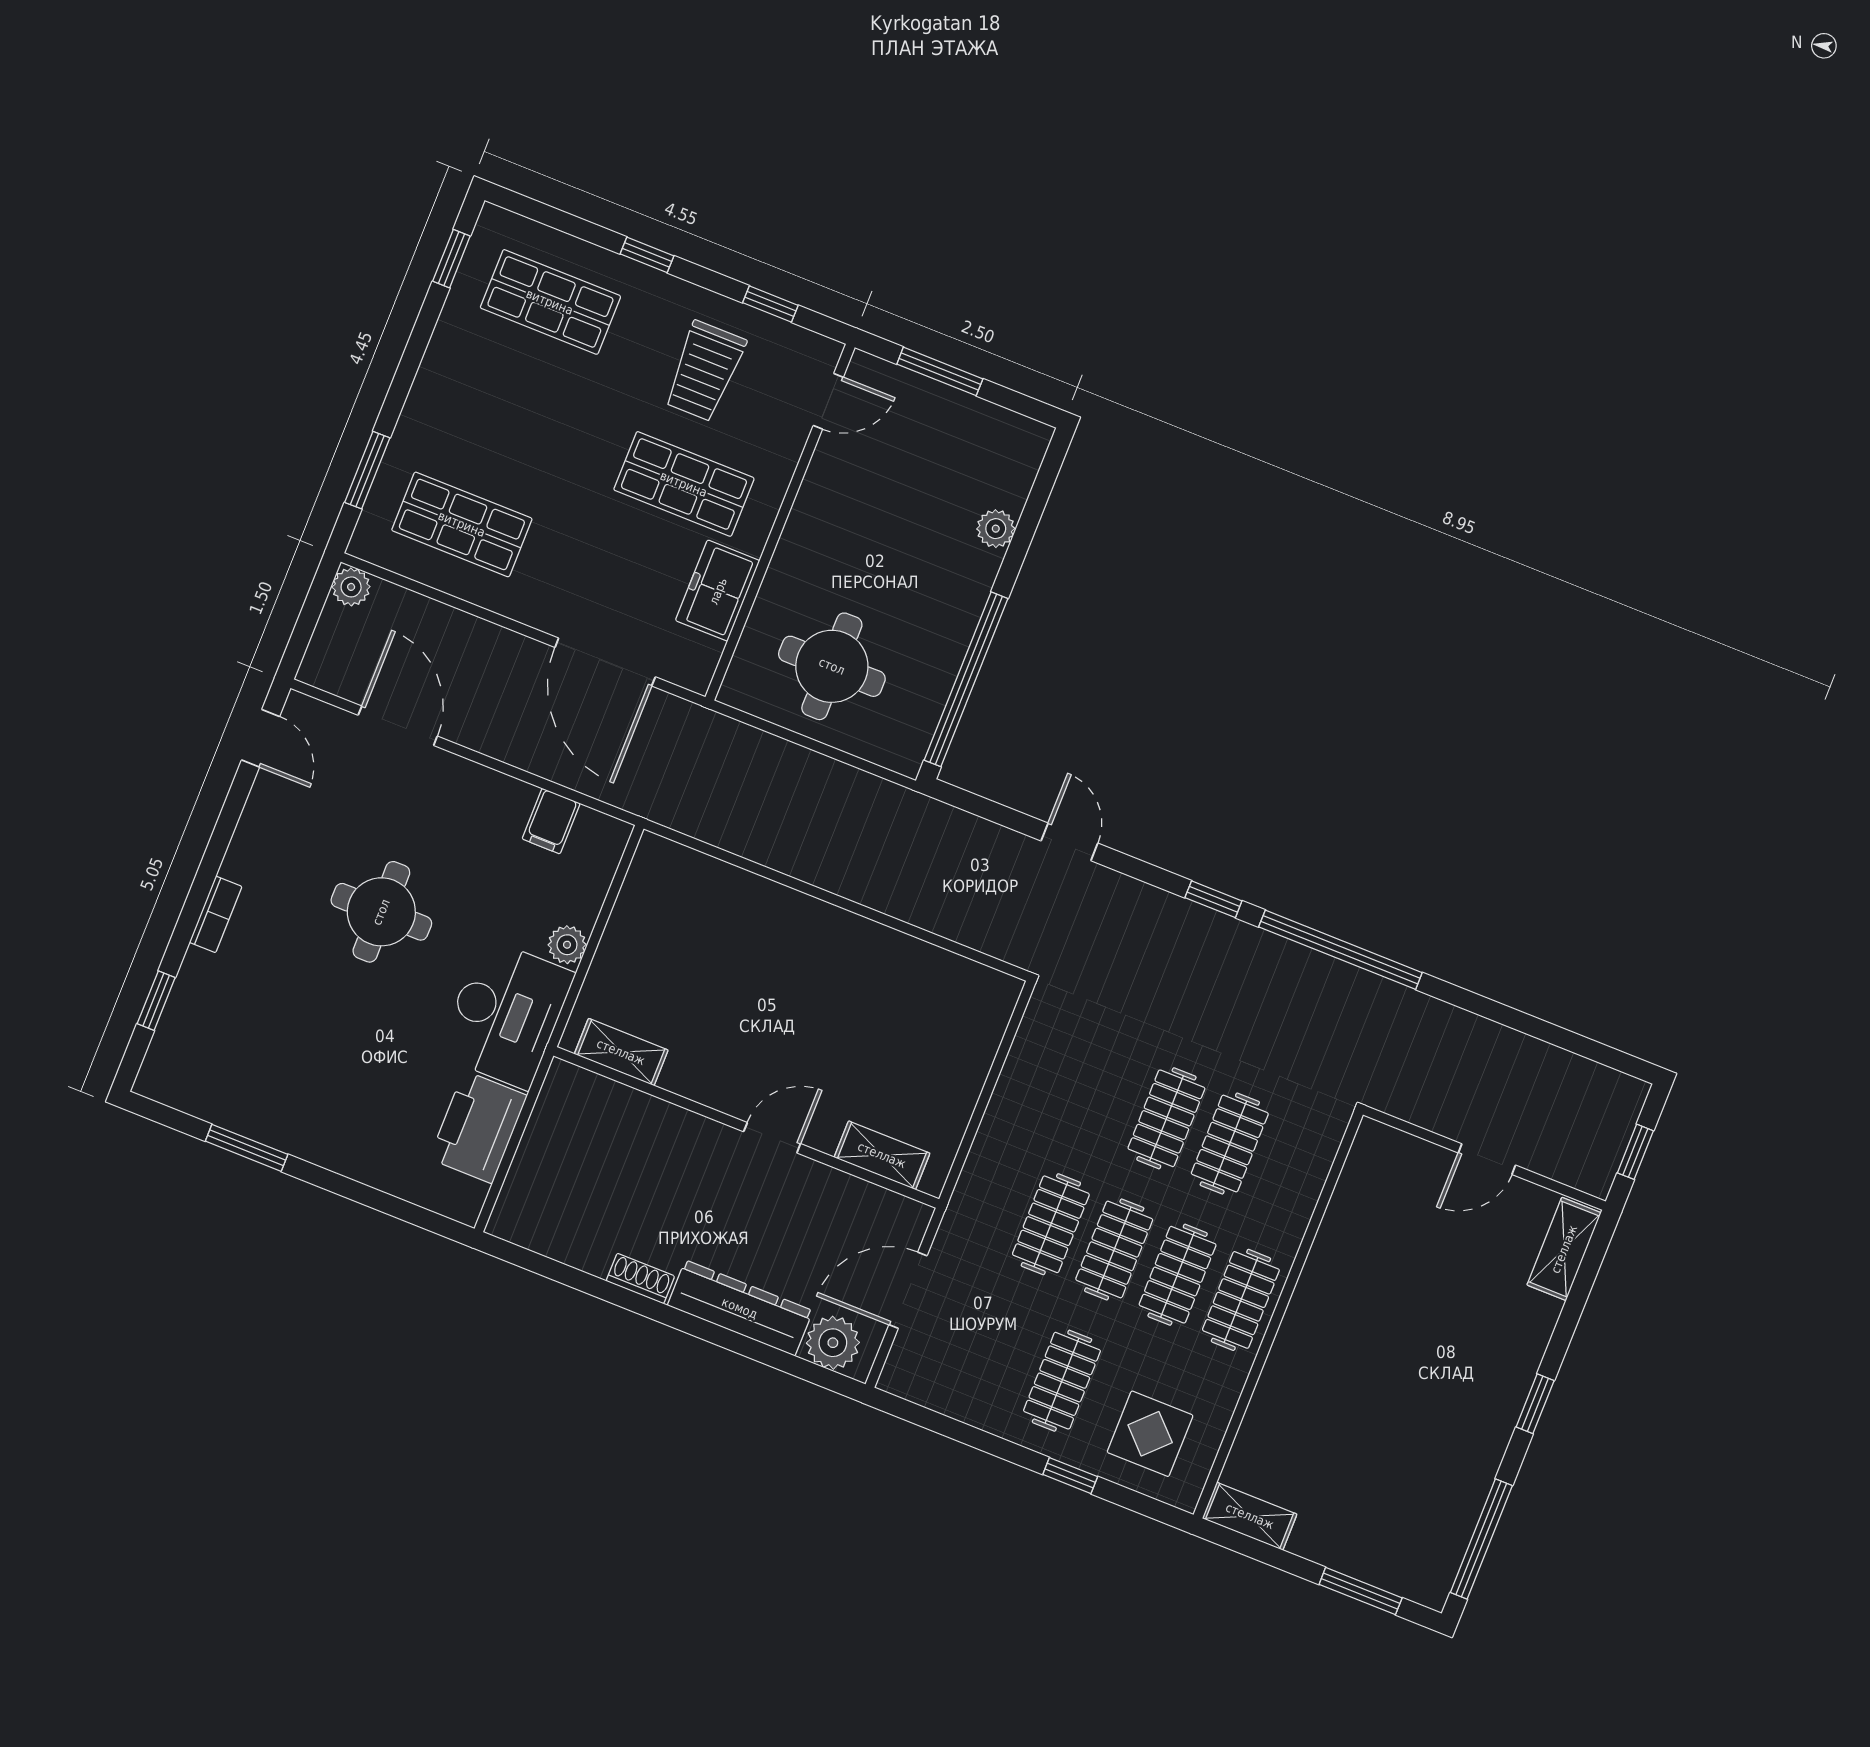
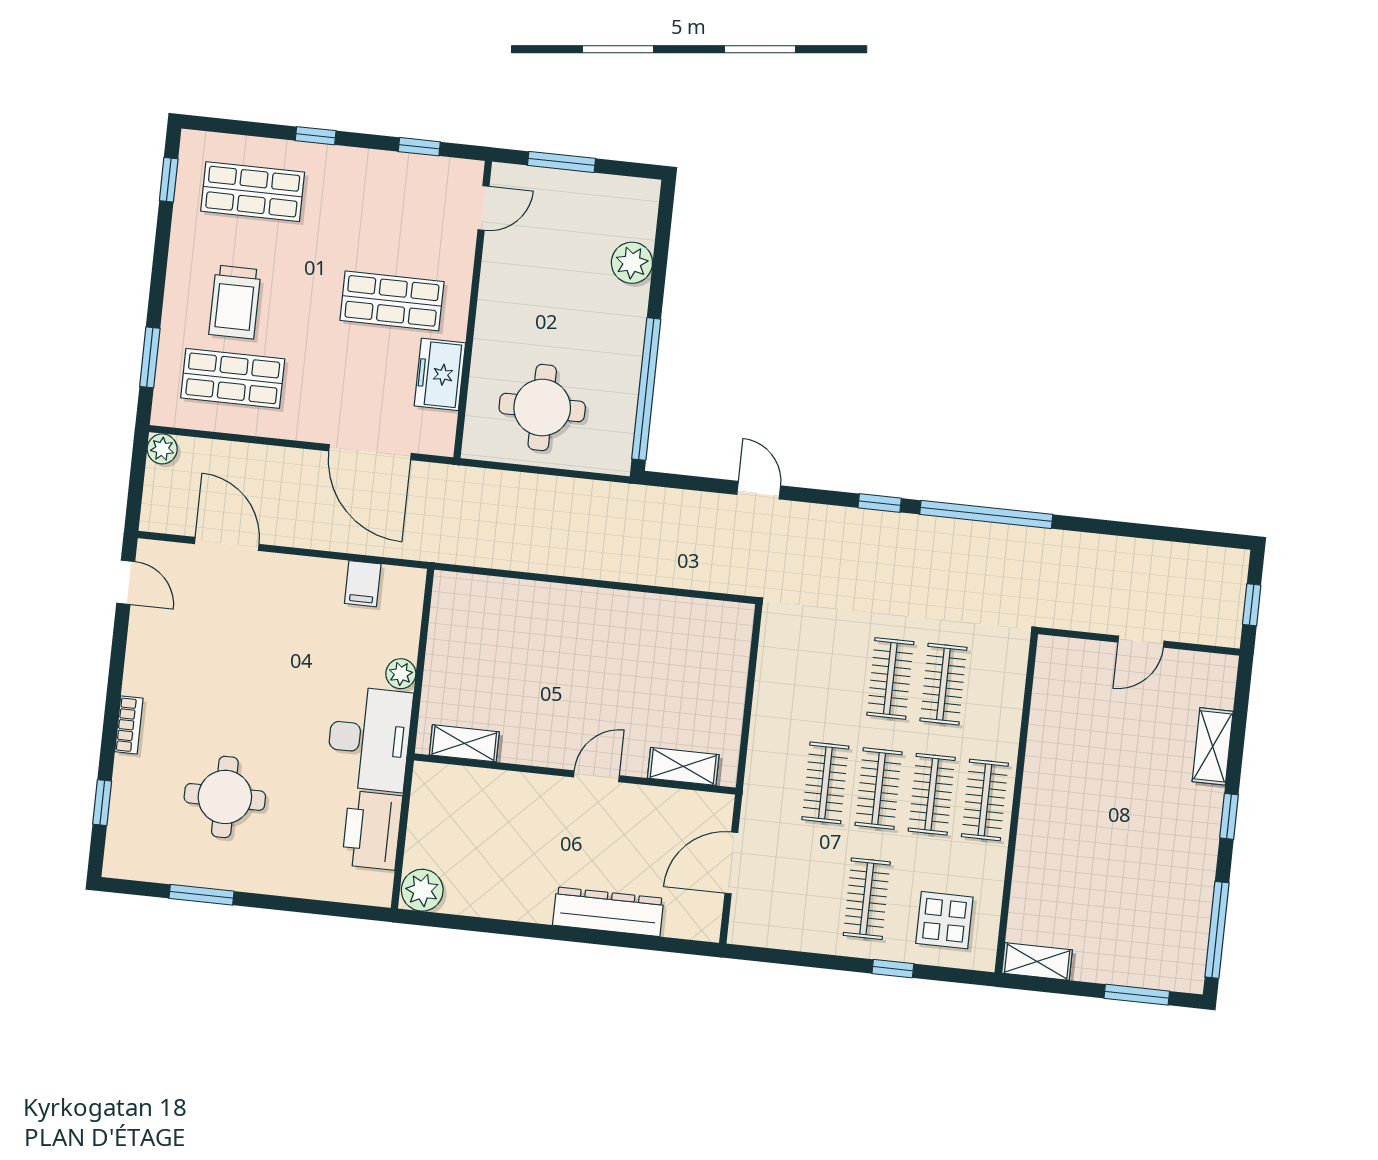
trolley: (705, 371) -> (235, 302), moved
plant: (996, 529) -> (632, 263), width x1.38, depth x1.38
round table: (381, 912) -> (225, 797), moved
shelving: (1564, 1249) -> (1213, 746), moved
shoe rack: (640, 1279) -> (527, 910), removed
plant: (833, 1343) -> (422, 890), moved

